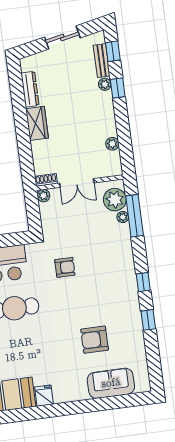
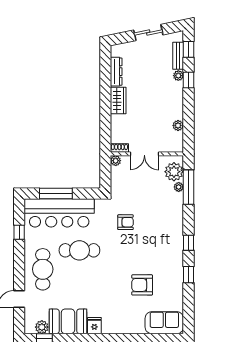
sofa: (111, 383) -> (164, 323), moved

